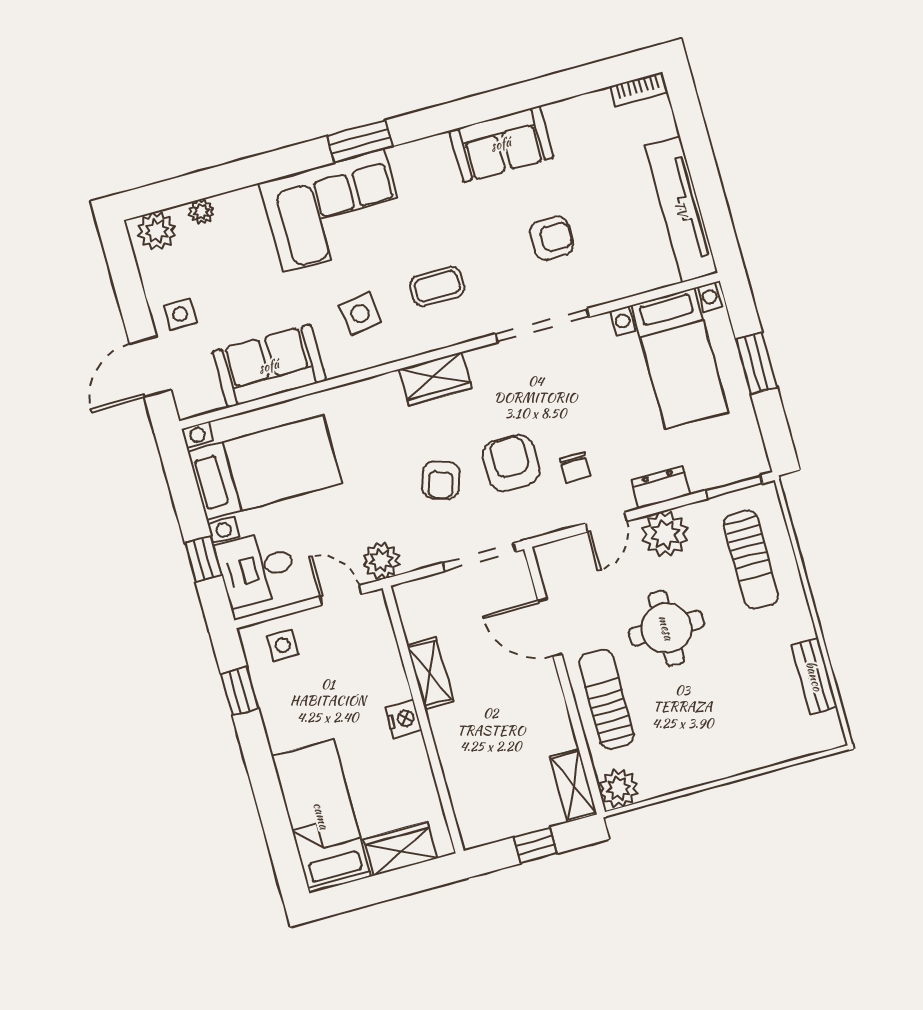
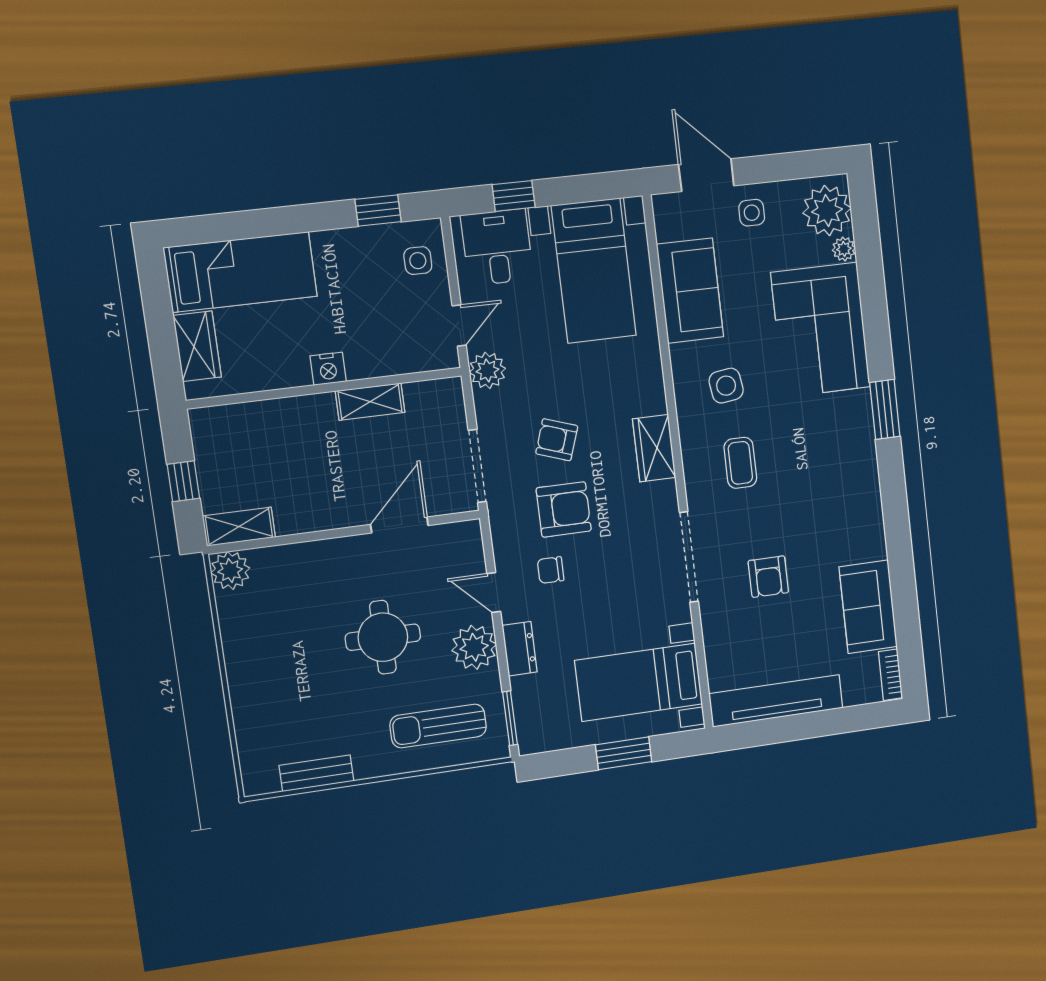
sofa: (501, 144) -> (868, 607), moved
corner sofa: (334, 211) -> (821, 330), moved
plant: (157, 231) -> (827, 211), width x1.36, depth x1.36
sun lounger: (607, 699) -> (321, 570), removed

